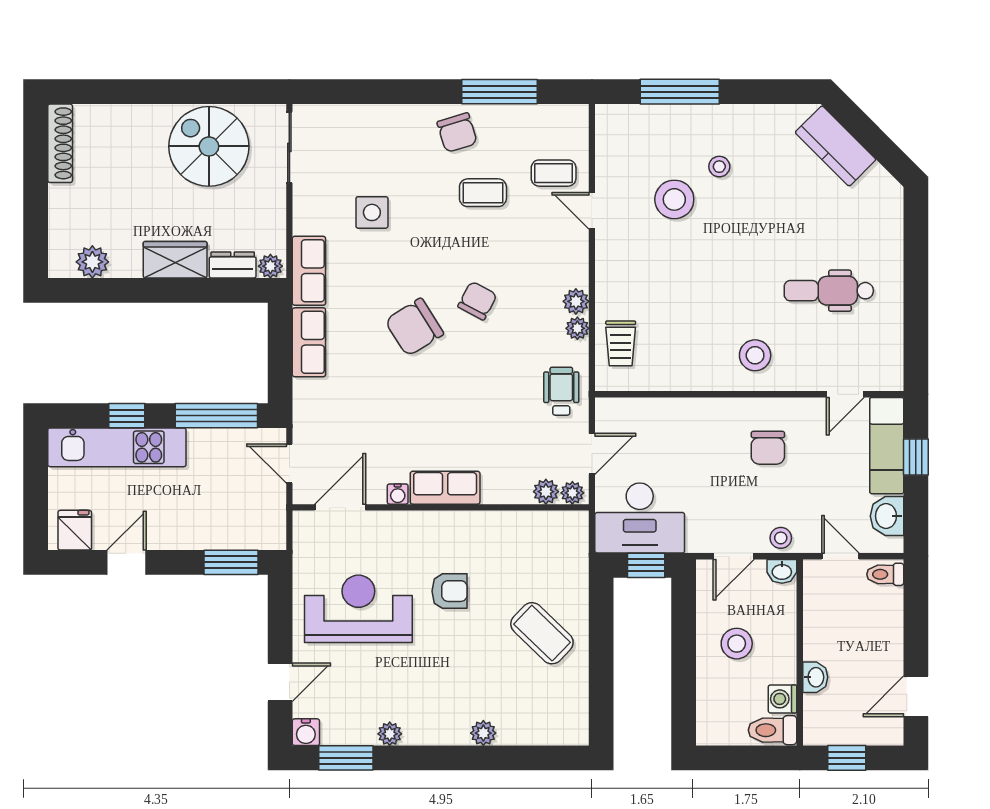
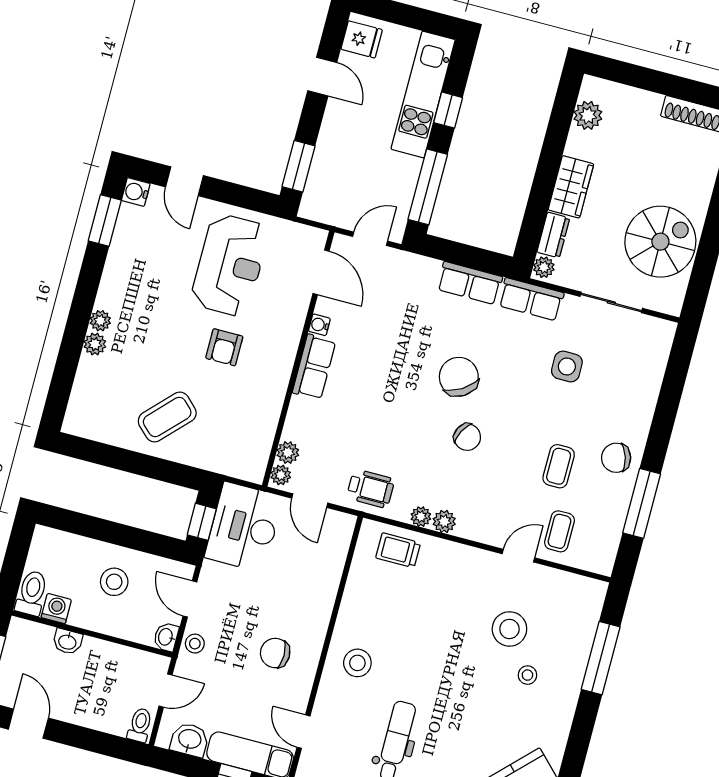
sliding door: (289, 147) -> (611, 302), moved
plant: (390, 734) -> (100, 321), moved

